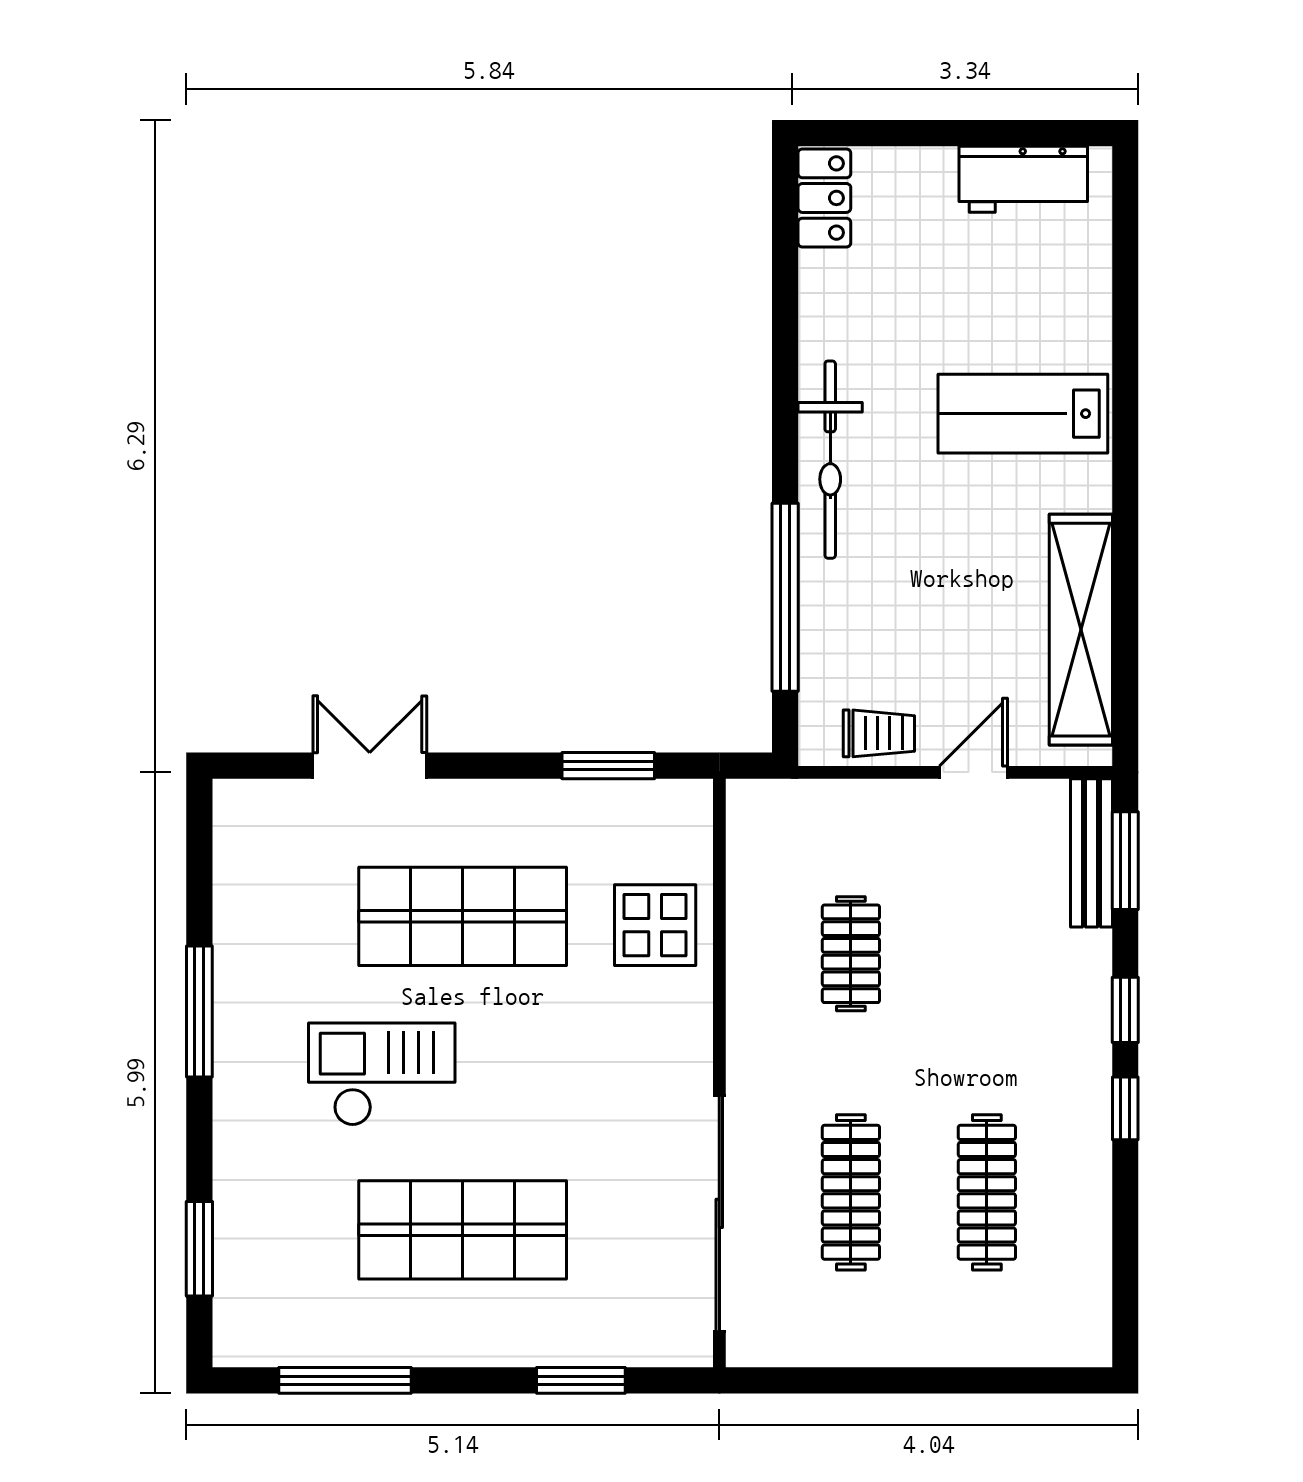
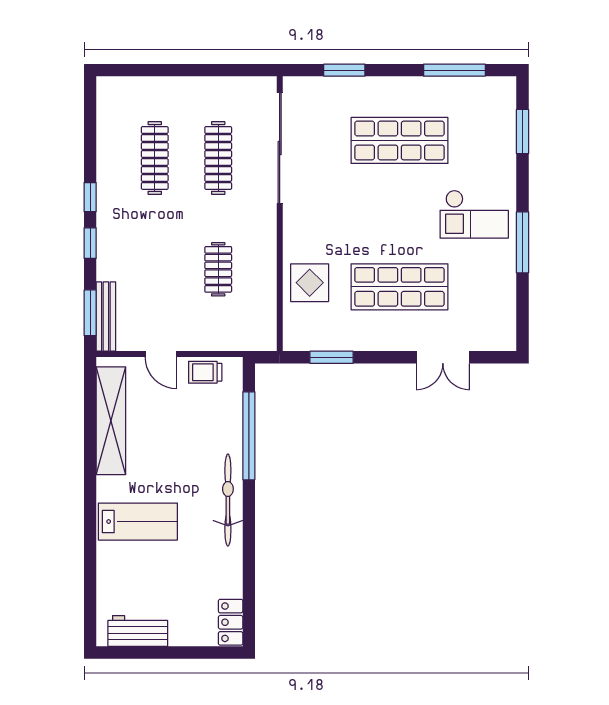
door: (973, 772) -> (161, 354), hinge flipped
checkout: (382, 1074) -> (474, 214), moved

